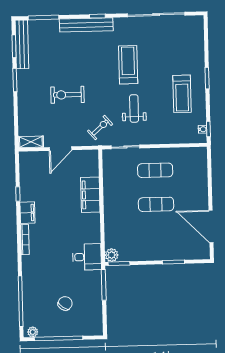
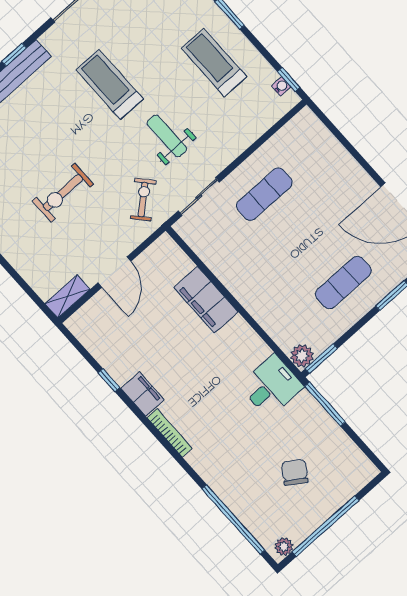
treadmill: (182, 94) -> (214, 62), turned 180
exercise mat: (156, 204) -> (343, 283), moved

